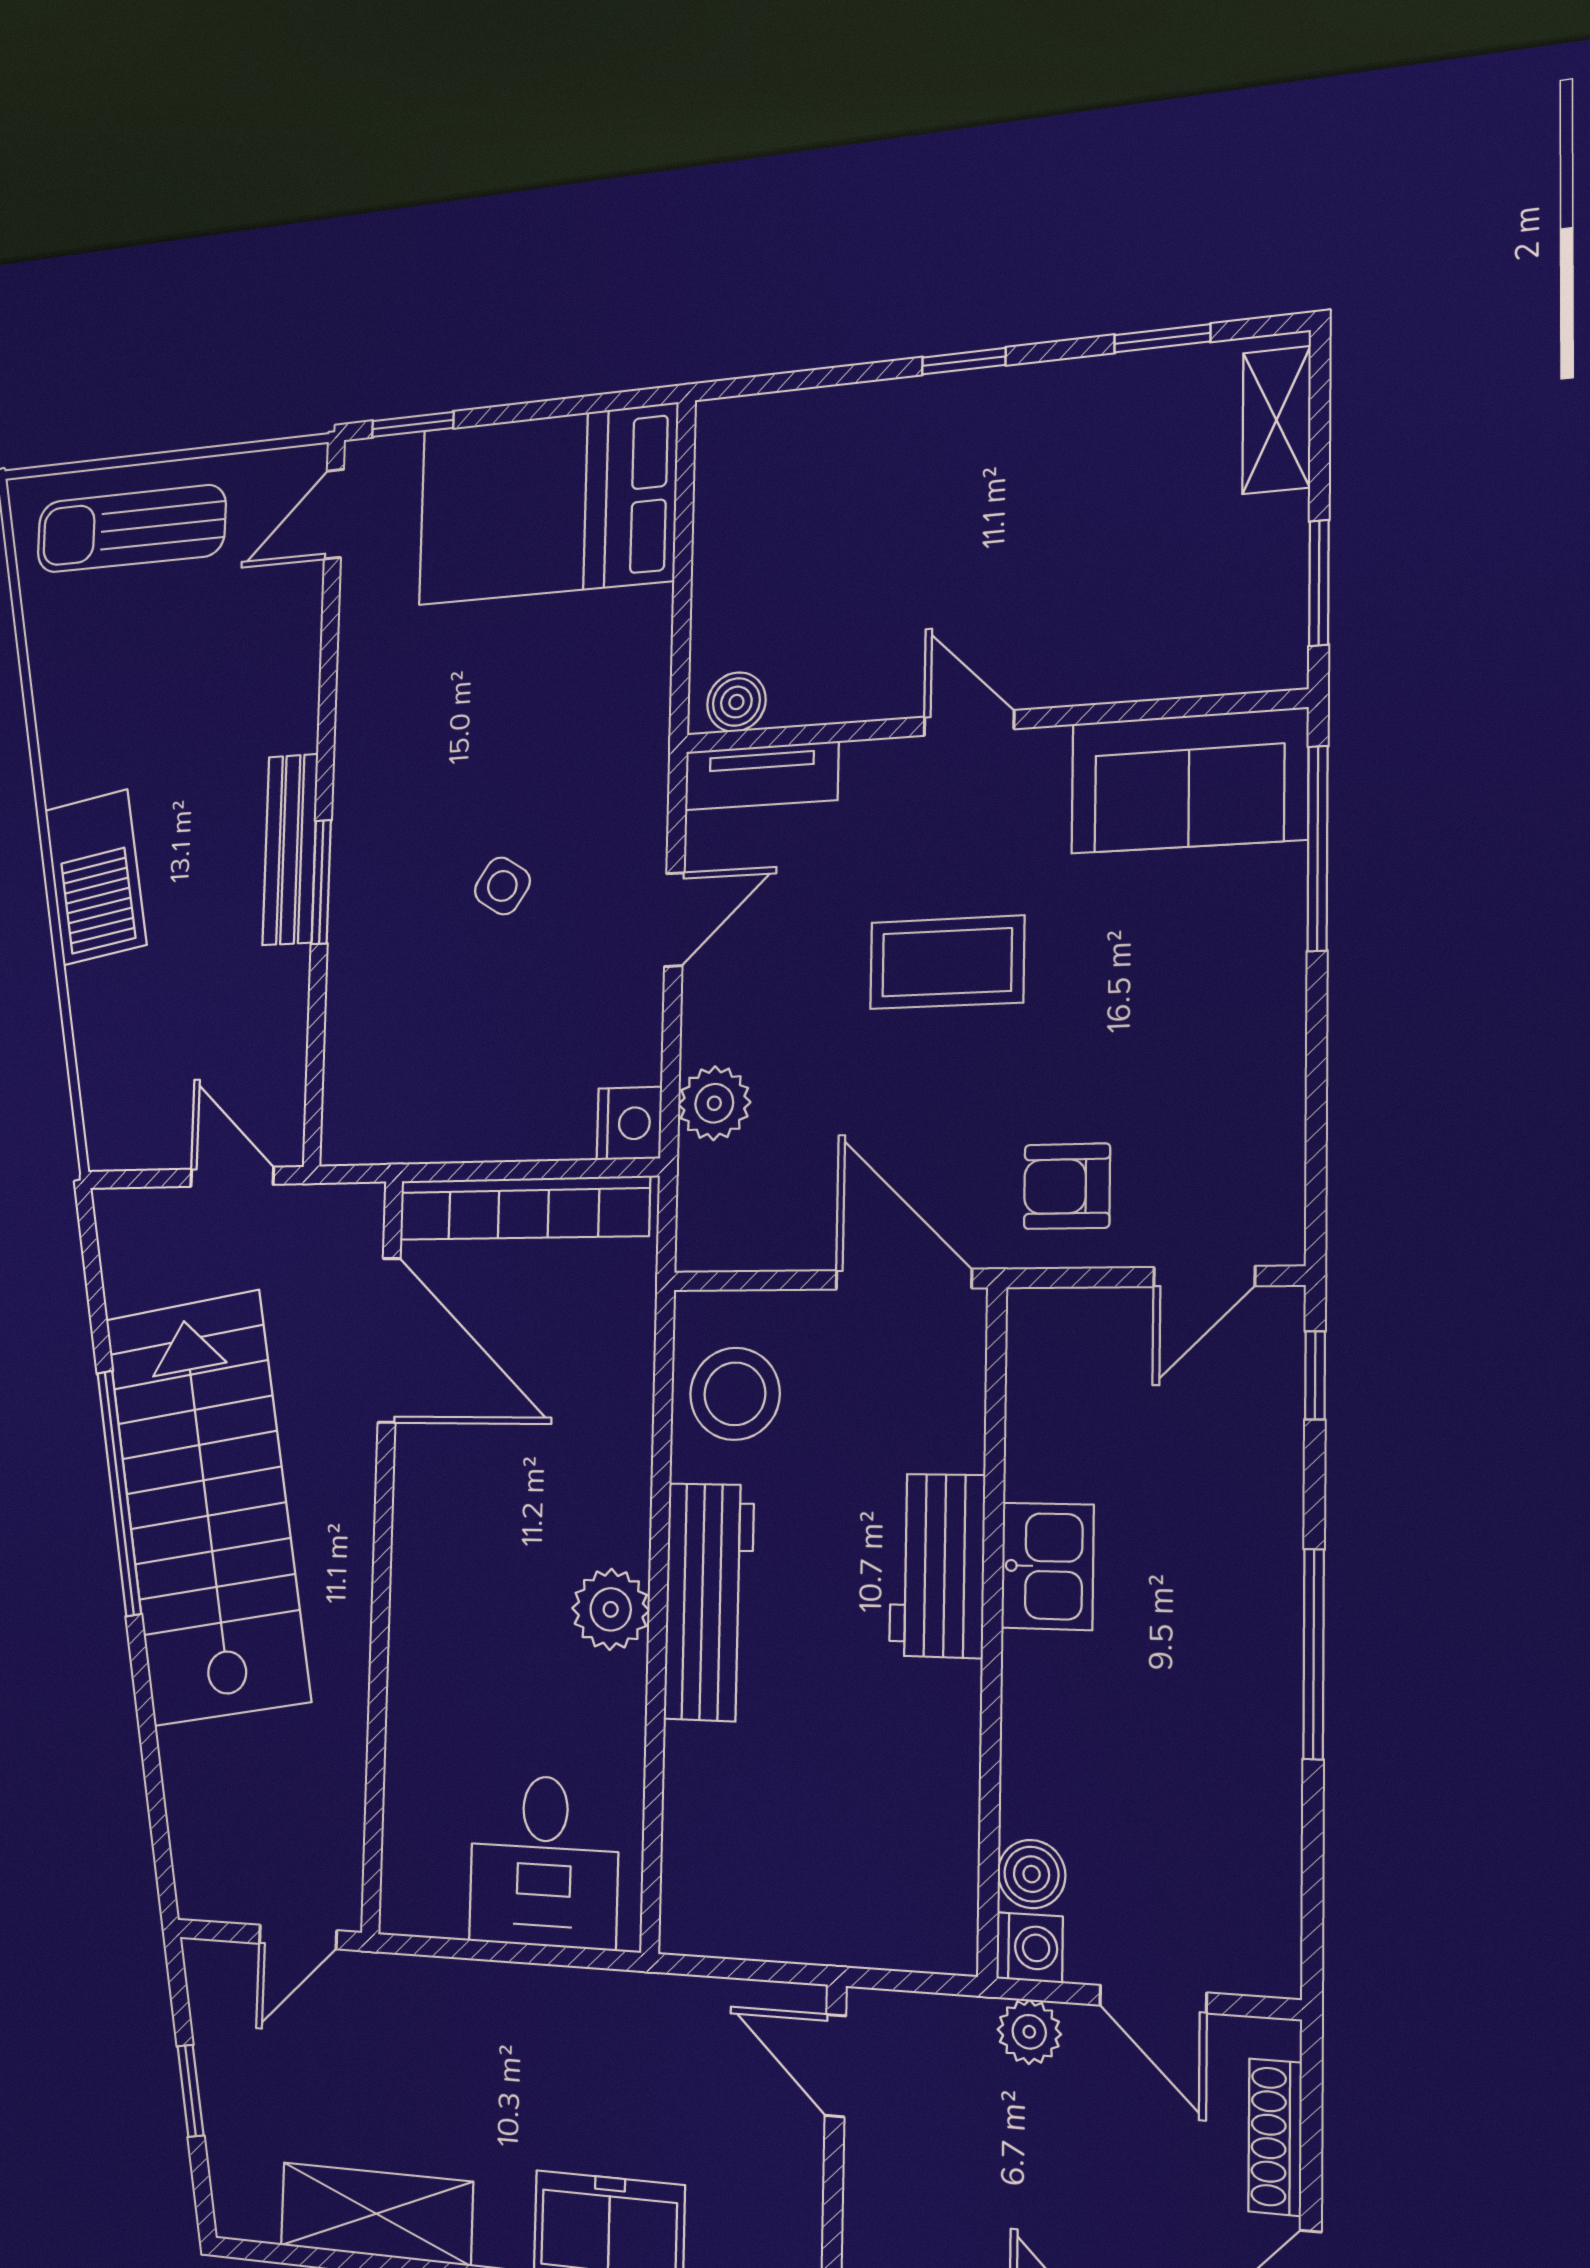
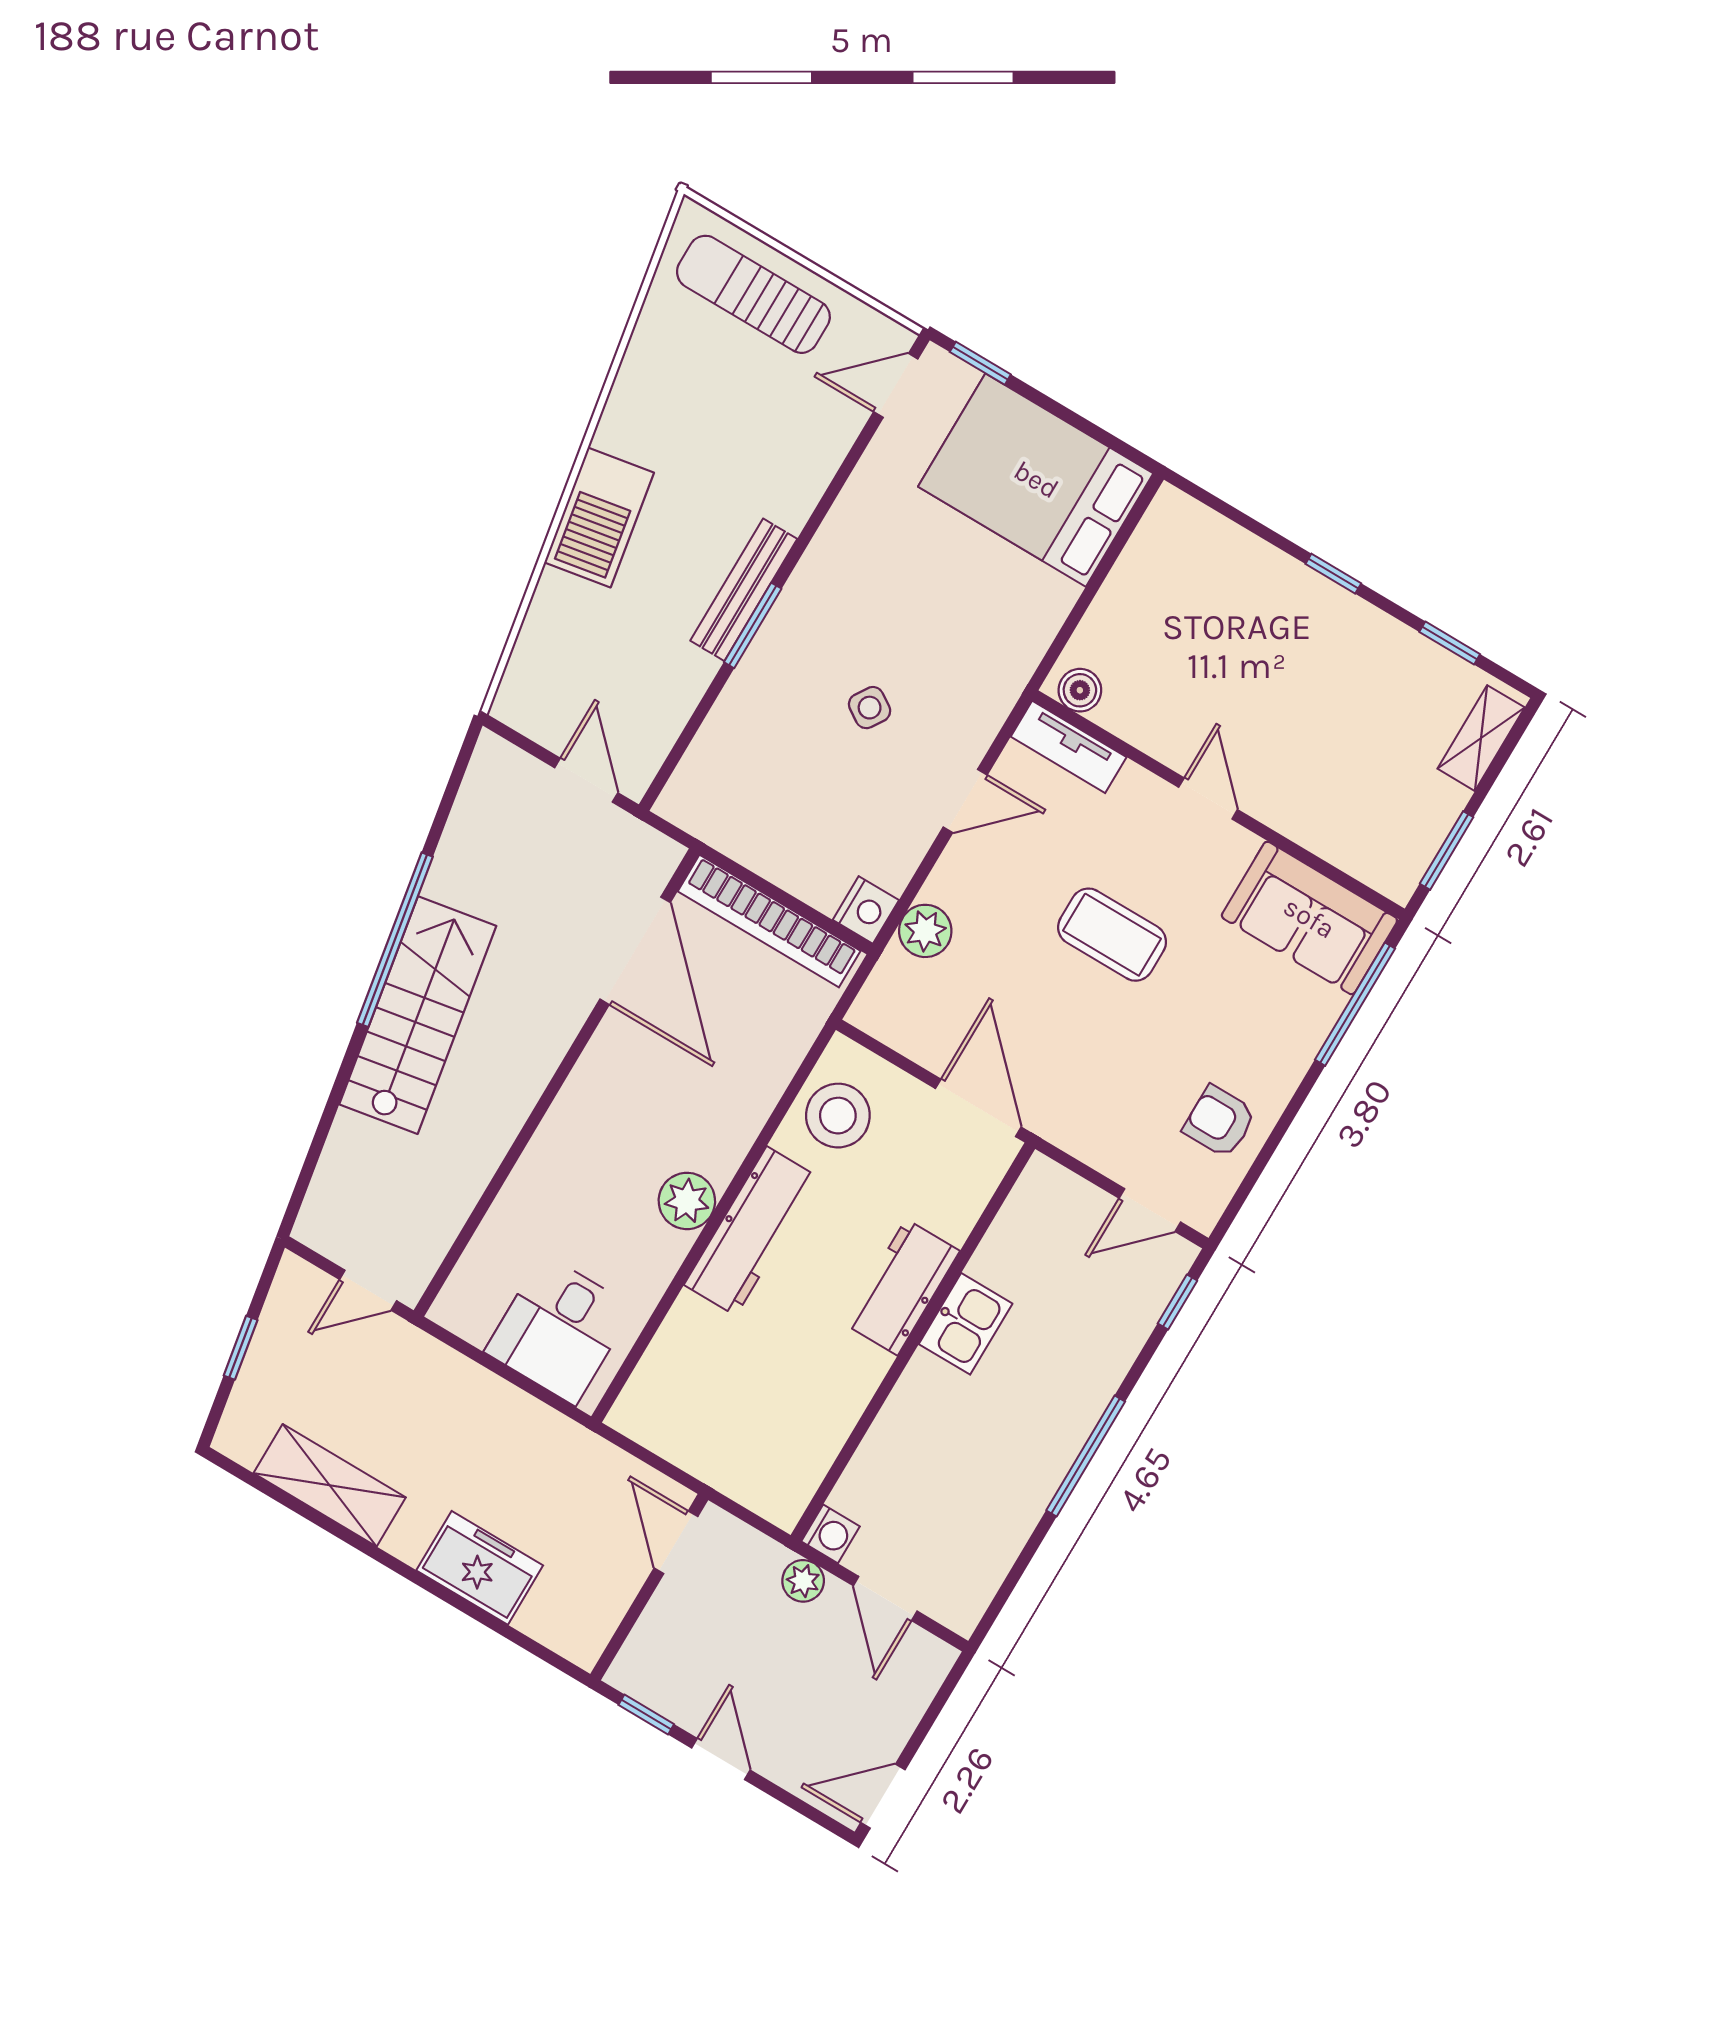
armchair: (1067, 1186) -> (1219, 1122), moved
stairs: (207, 1508) -> (418, 1015), width x0.73, depth x0.66
boiler: (1032, 1874) -> (855, 1493), removed
shoe rack: (1275, 2137) -> (910, 1707), removed

